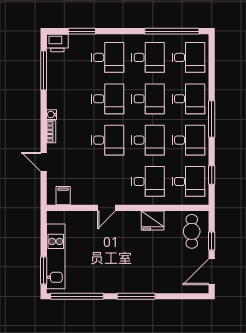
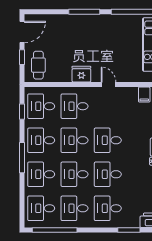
door: (107, 208) -> (109, 84), hinge flipped
fridge: (153, 221) -> (81, 74), moved

